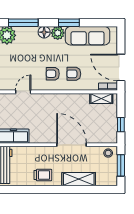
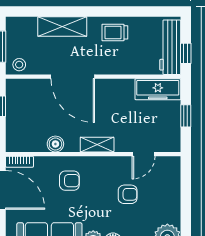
armchair: (53, 74) -> (128, 194), moved
shelving: (101, 98) -> (97, 145), moved
boiler: (83, 99) -> (55, 144), added

